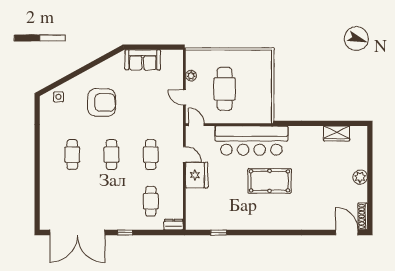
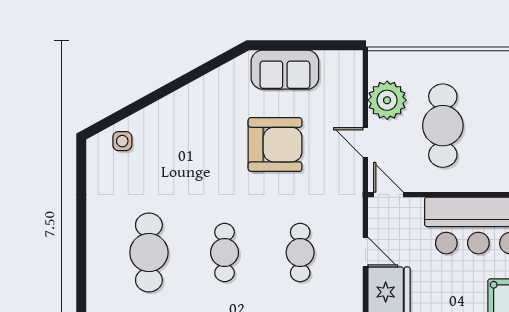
plant: (191, 76) -> (387, 100), width x1.87, depth x1.87
armchair: (102, 102) -> (275, 145), moved
cafe table: (72, 155) -> (149, 253), width x1.37, depth x1.35

